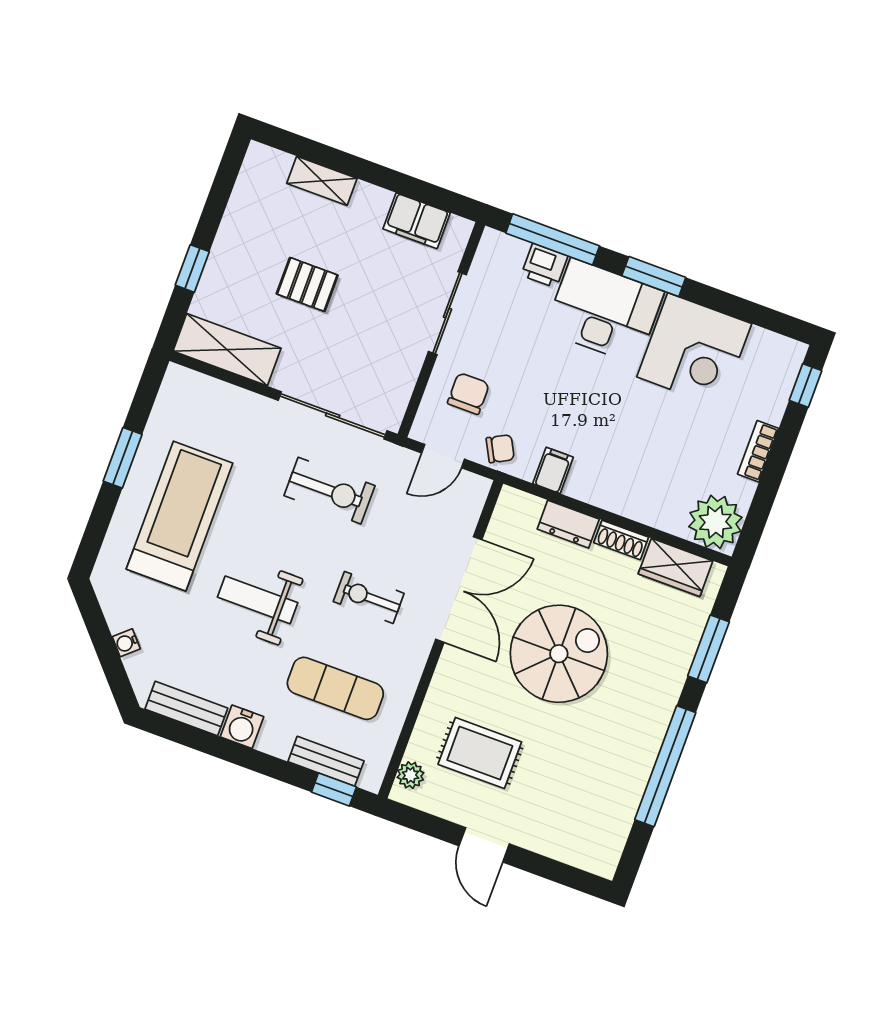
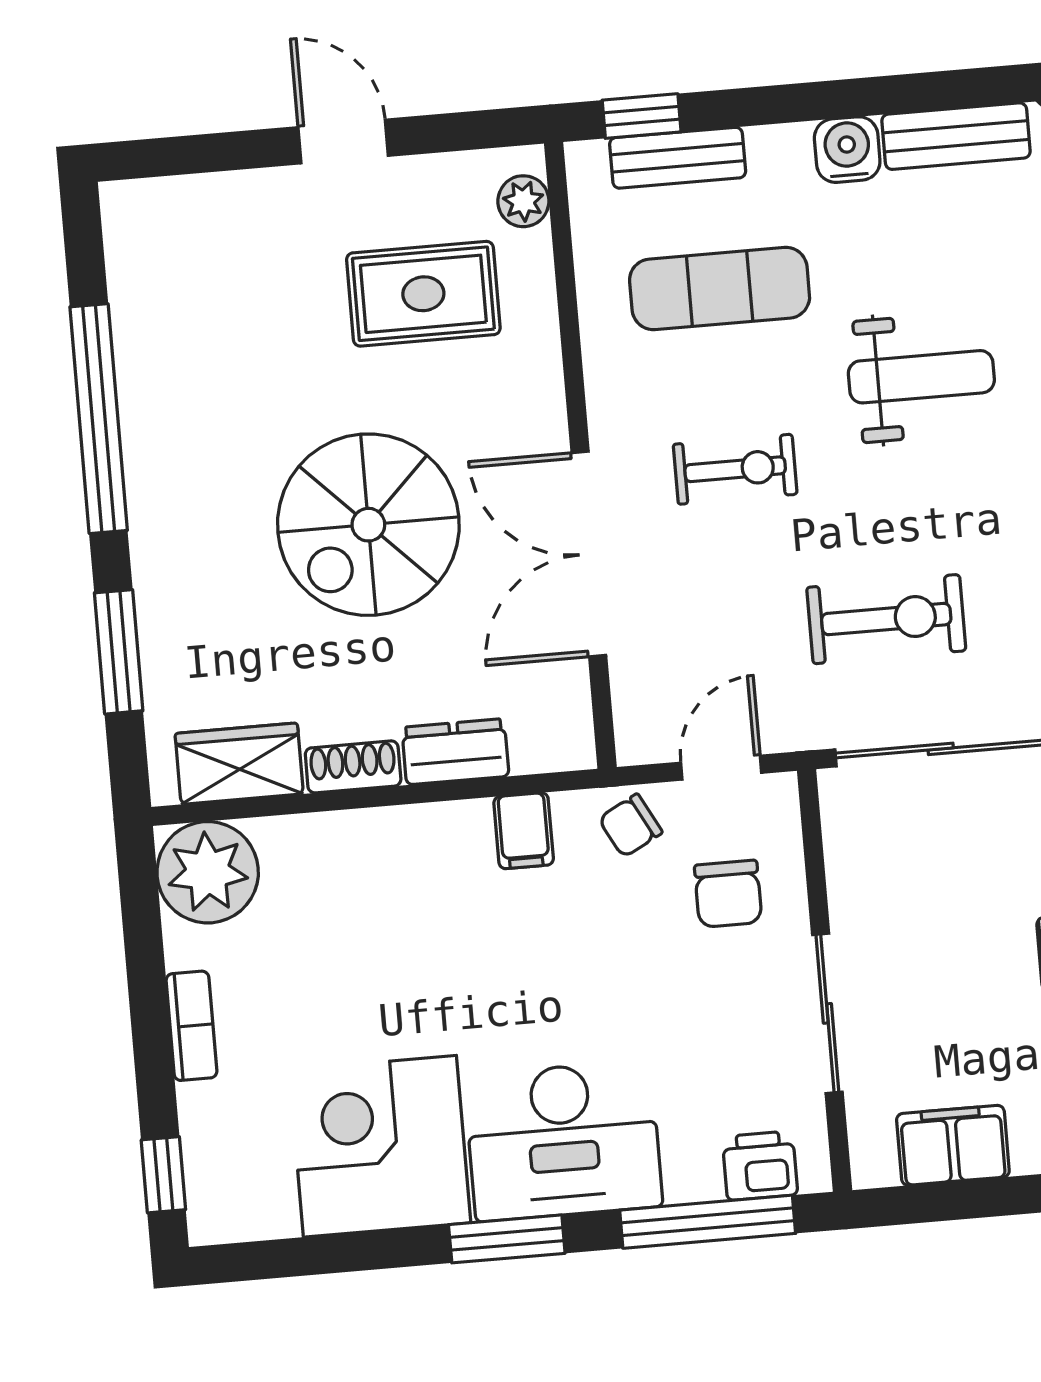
printer: (544, 266) -> (760, 1166), moved
exercise bike: (330, 491) -> (886, 619), turned 180

